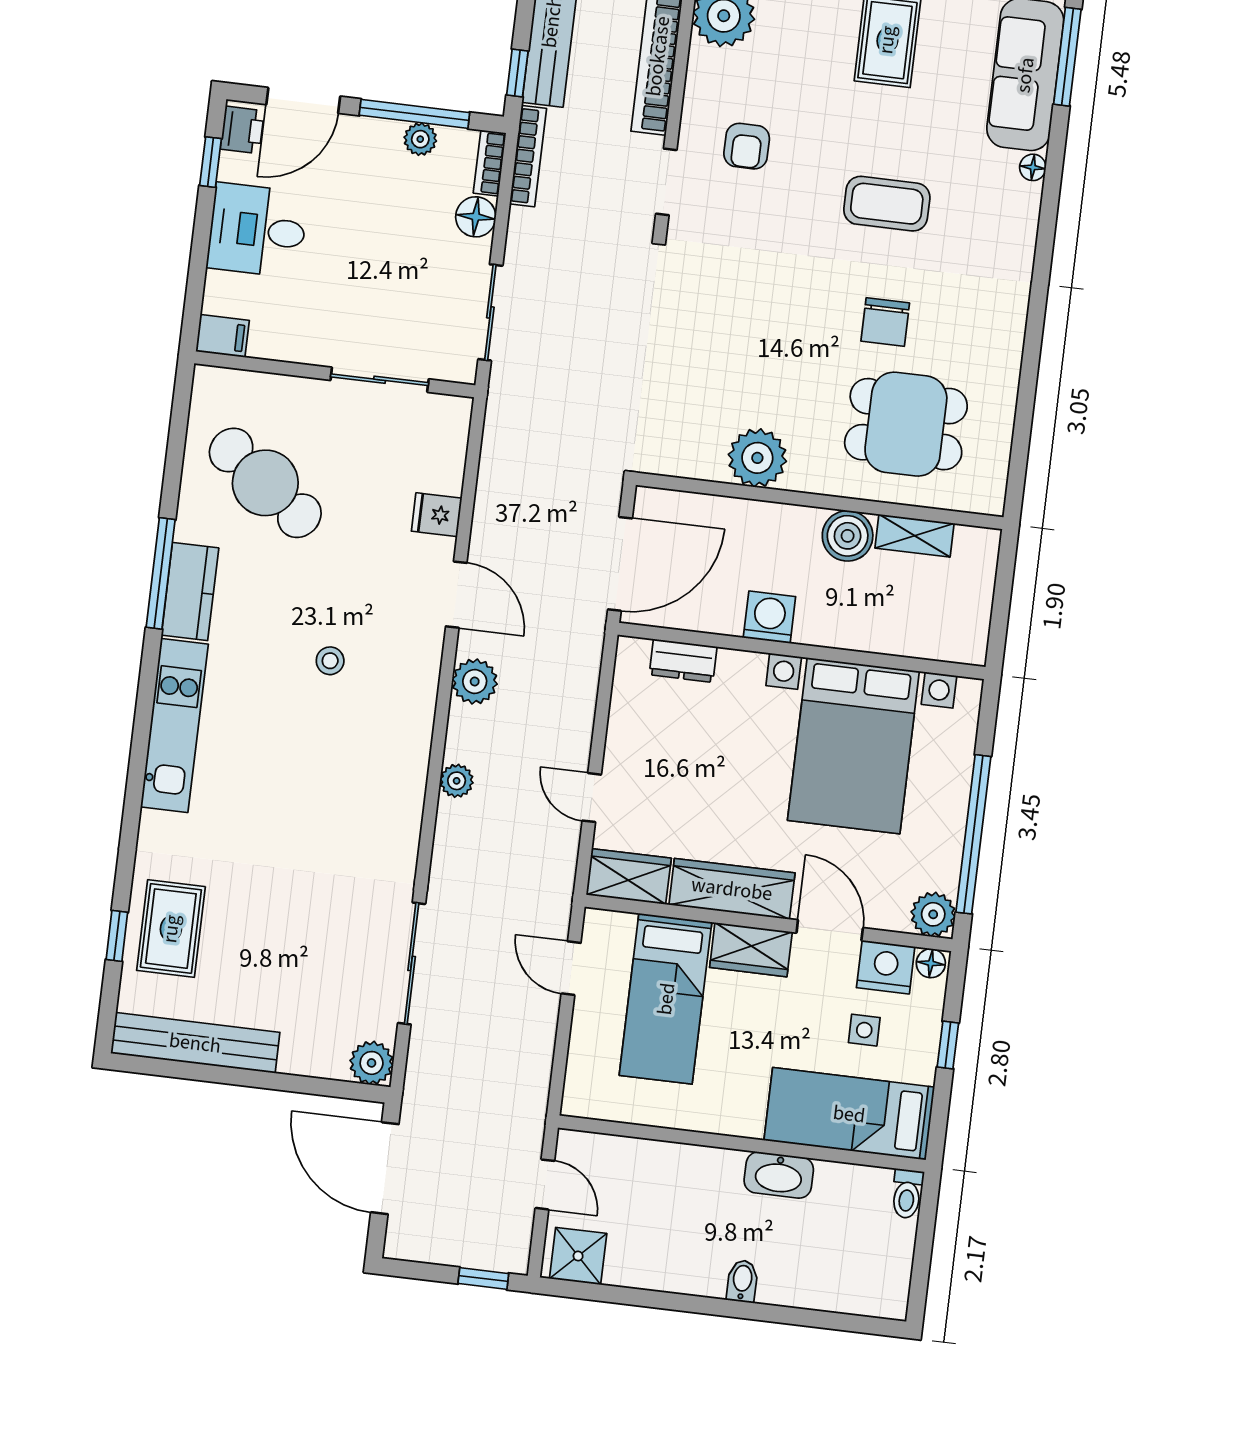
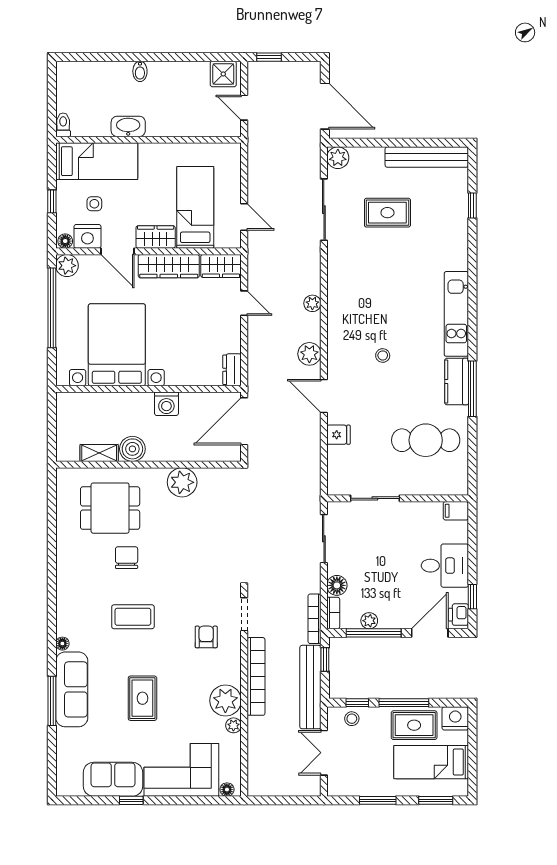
cafe table: (265, 483) -> (426, 440), turned -37
dresser: (683, 661) -> (232, 370), moved, turned -90
rug: (171, 929) -> (387, 213), moved, turned 90

